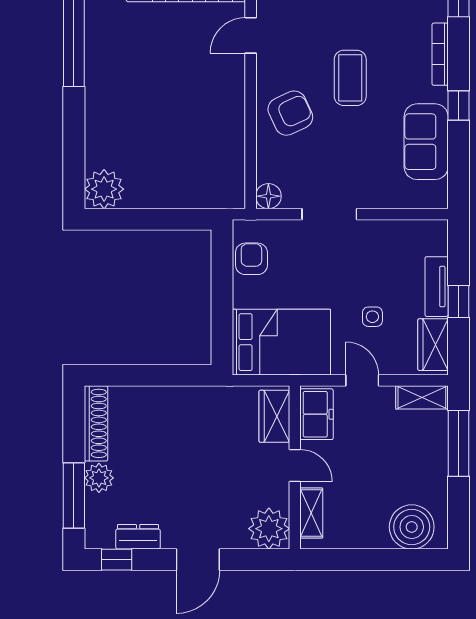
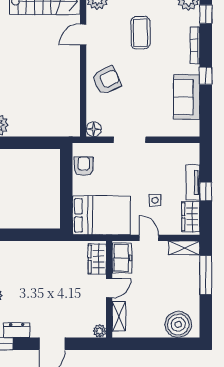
coffee table: (350, 78) -> (140, 33), moved
door: (295, 465) -> (109, 288), hinge flipped
plant: (269, 529) -> (100, 331), width x0.53, depth x0.53

